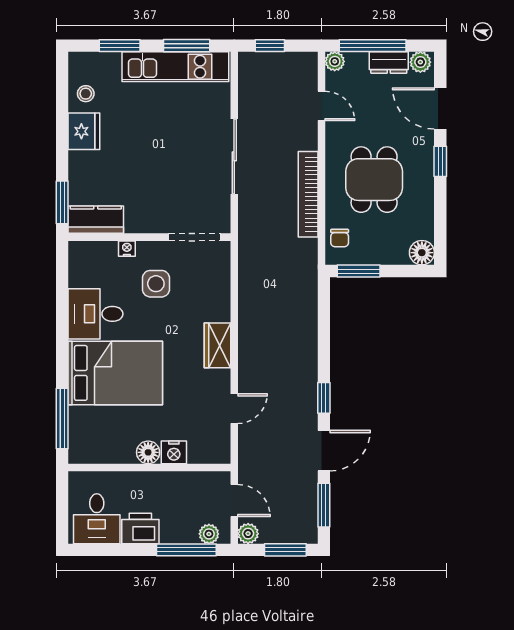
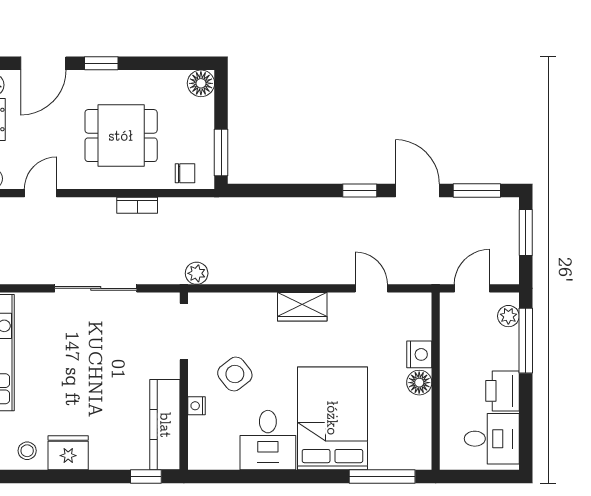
bookcase: (308, 194) -> (137, 205), width x0.43, depth x0.76
window: (62, 202) -> (146, 477), width x0.67
kitchen counter: (96, 220) -> (165, 425), width x1.50
side table: (156, 284) -> (235, 374), turned -38
plant: (248, 534) -> (197, 273), moved

